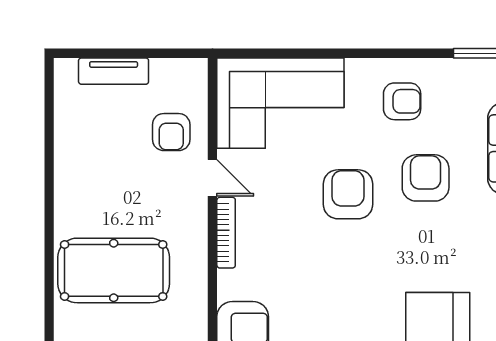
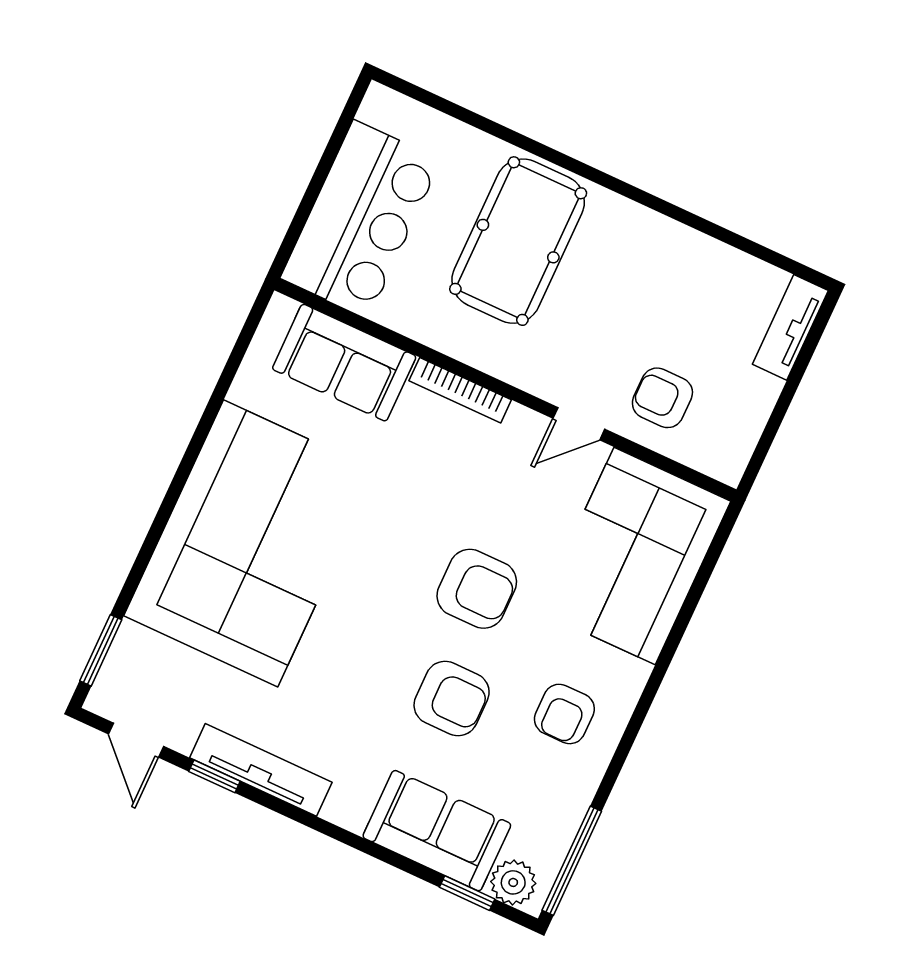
tv unit: (114, 71) -> (790, 327), moved
bookcase: (226, 233) -> (460, 390), moved

